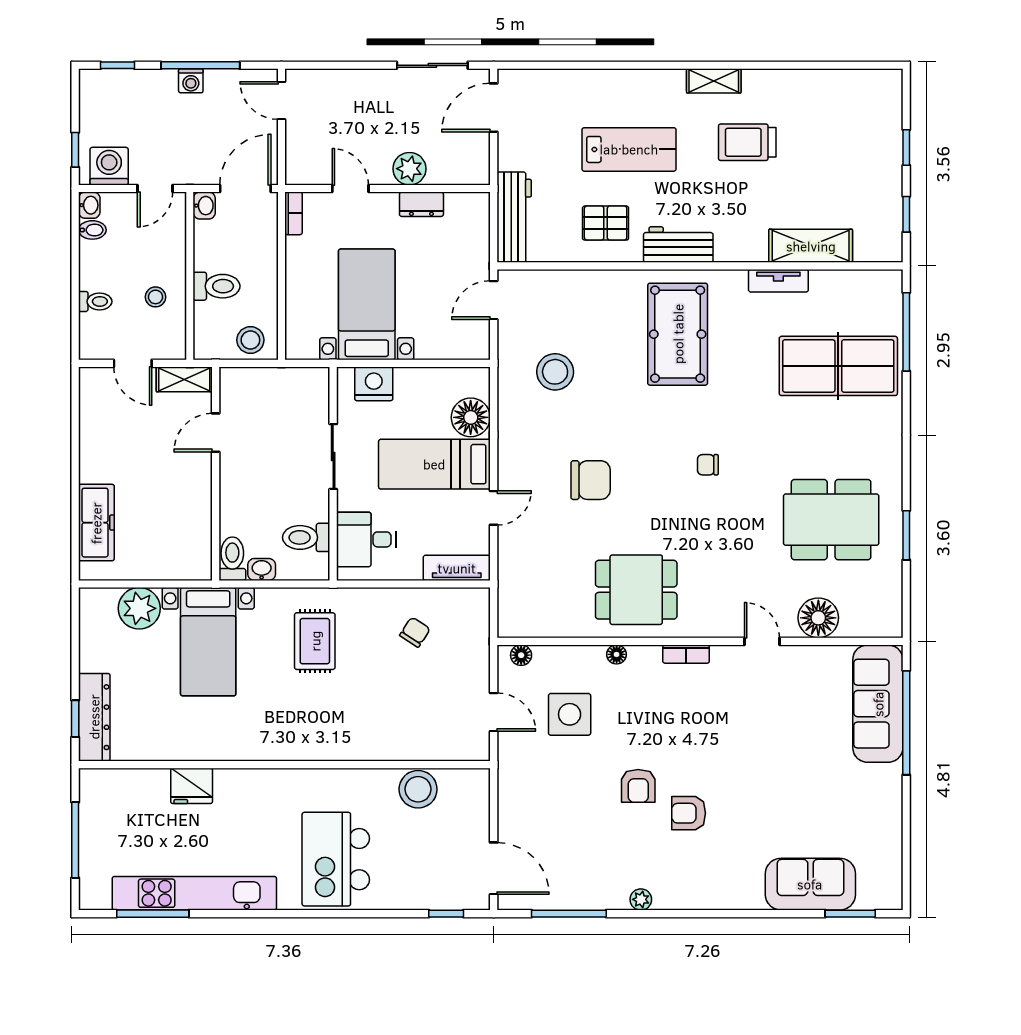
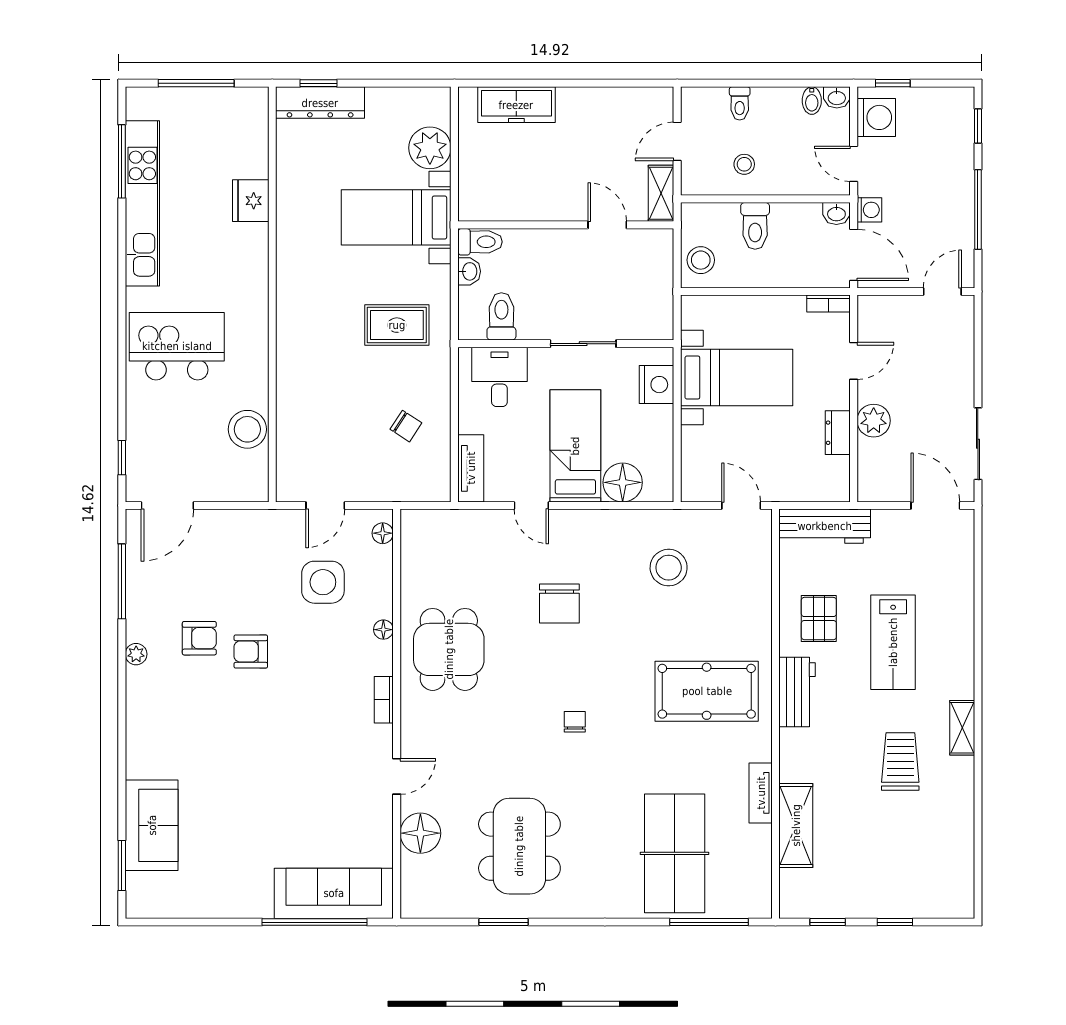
washing machine: (191, 81) -> (869, 210), moved, turned 180
armchair: (689, 813) -> (199, 638), moved, turned 90

